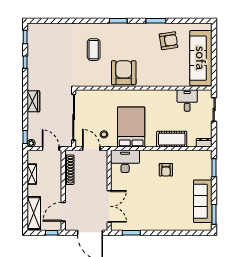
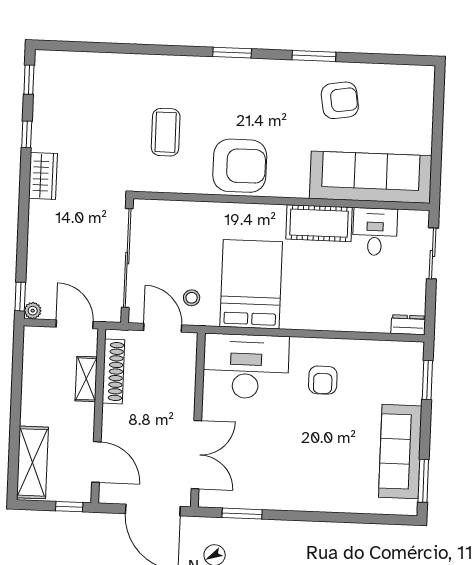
coffee table: (94, 50) -> (166, 132), moved
sofa: (201, 58) -> (371, 177), moved, turned 90
armchair: (124, 73) -> (240, 166), turned 90
wardrobe: (33, 101) -> (43, 176), moved
cot: (172, 139) -> (319, 223), moved
desk: (125, 161) -> (246, 366), width x1.36, depth x1.30
shelving: (32, 174) -> (86, 379), moved
door: (63, 212) -> (96, 462), swing flipped

